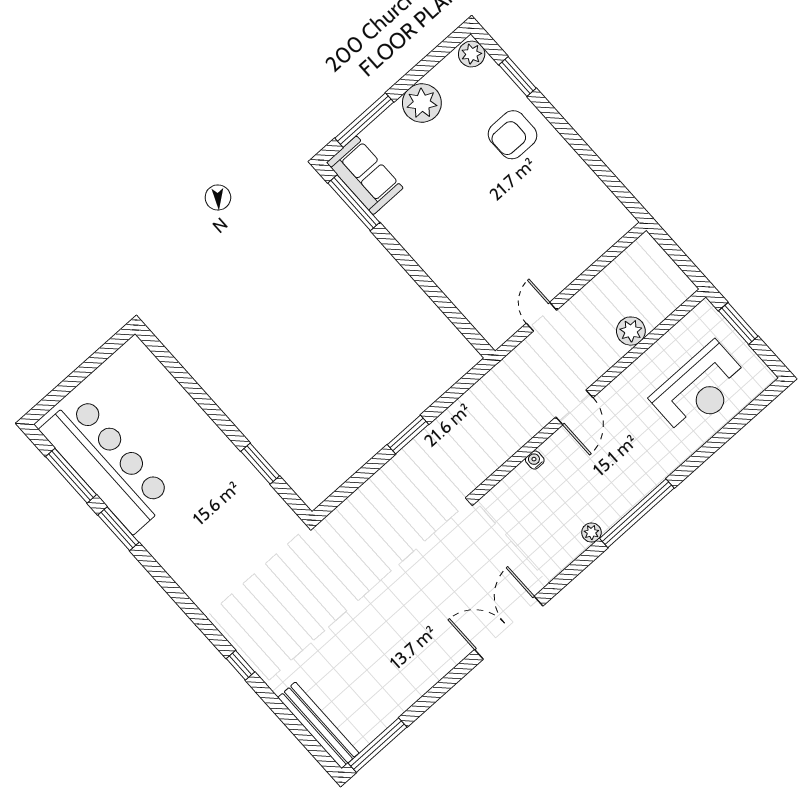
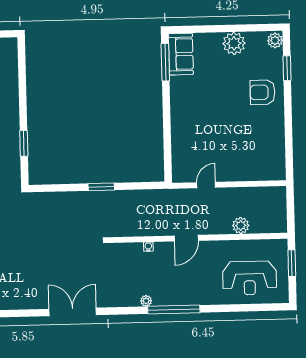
window: (364, 120) -> (202, 29), removed

